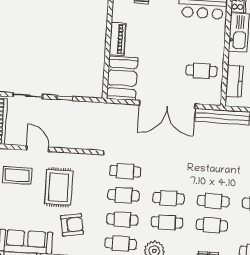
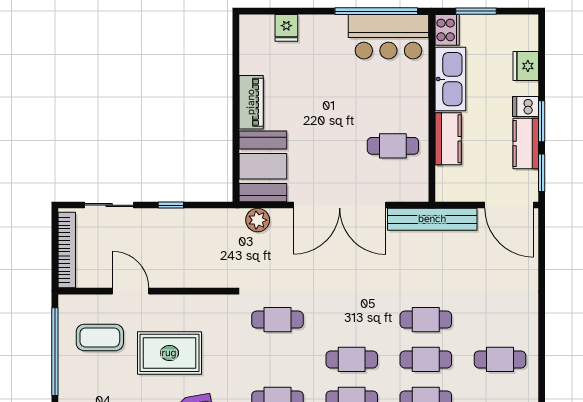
kitchen counter: (234, 81) -> (448, 139), moved
plant: (117, 110) -> (258, 220), added
rug: (59, 187) -> (169, 353), turned 90
cafe table: (124, 195) -> (426, 320), moved

